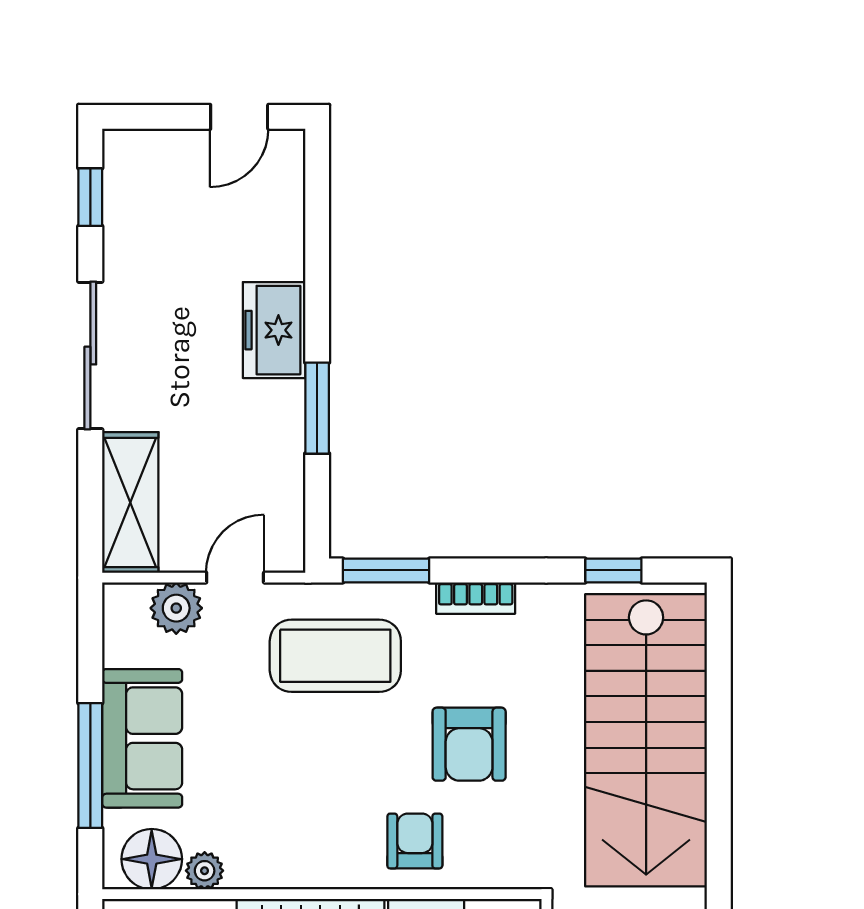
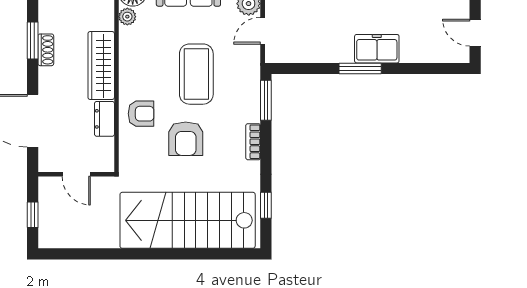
window: (317, 408) -> (360, 69), moved
door: (235, 578) -> (263, 31), swing flipped
coffee table: (335, 656) -> (196, 74), moved
armchair: (469, 744) -> (186, 139), turned -90

